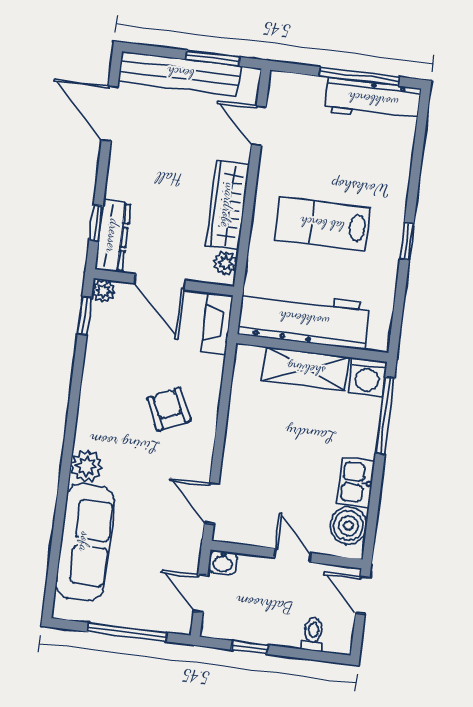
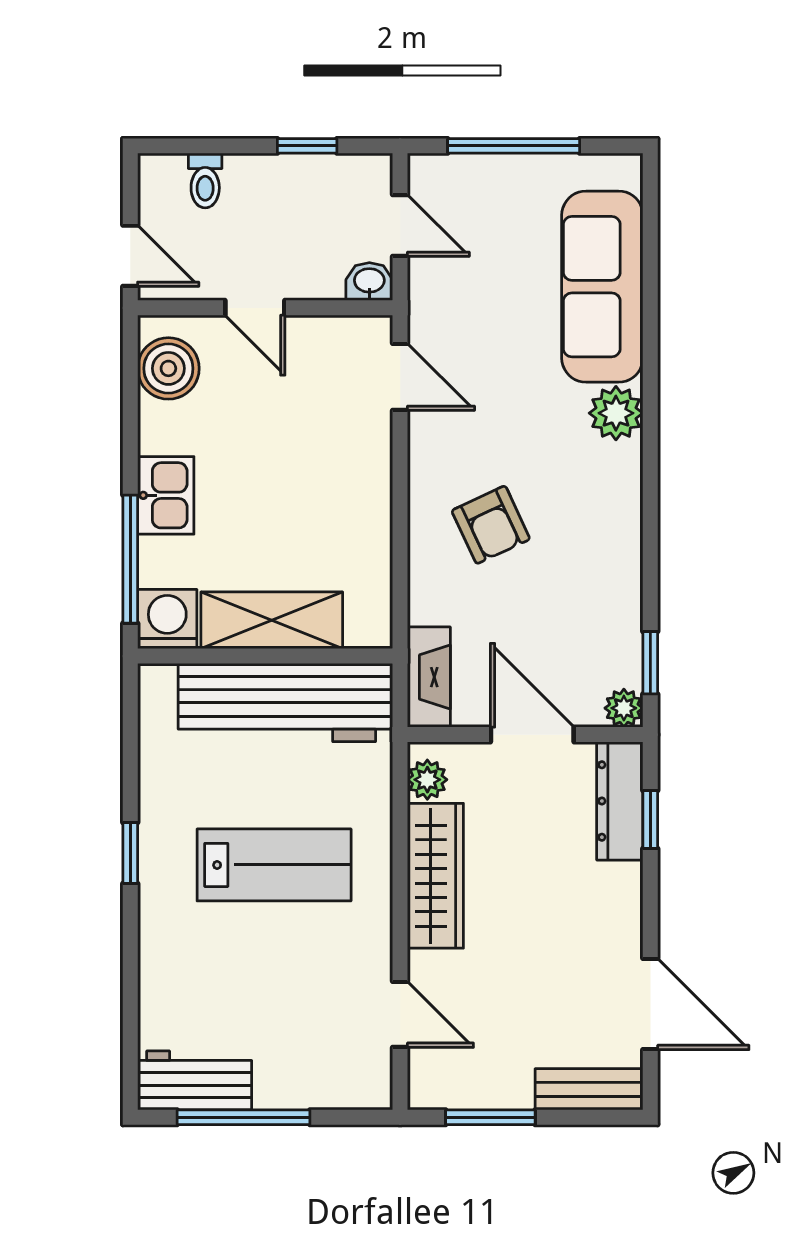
bench: (180, 73) -> (589, 1089), width x0.54, depth x0.82
workbench: (373, 100) -> (195, 1080), width x0.73
kitchen sink: (355, 482) -> (166, 495), moved

